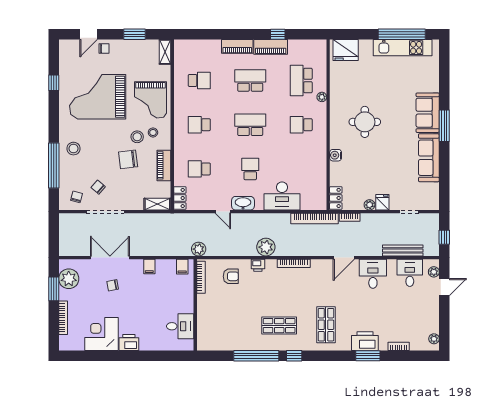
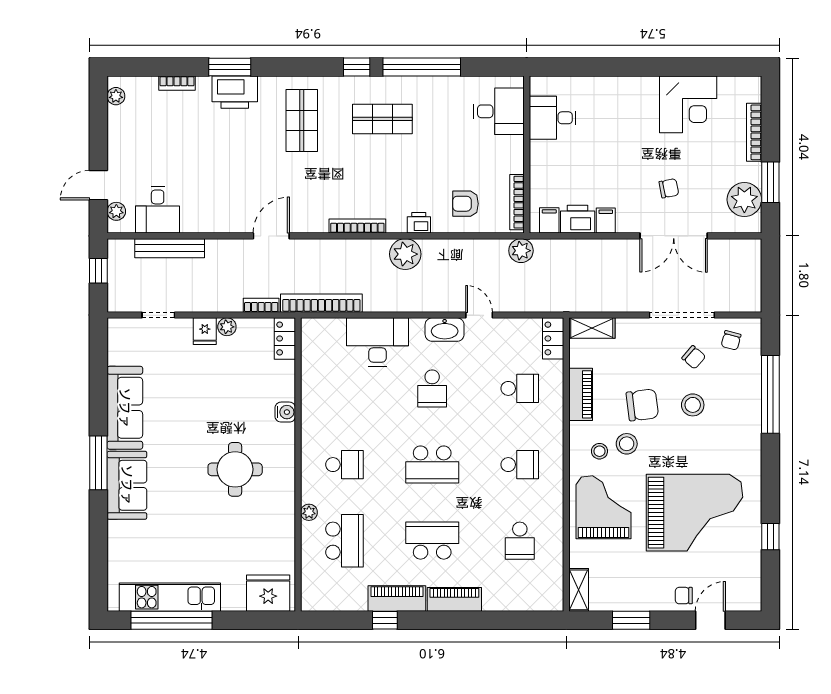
school desk: (199, 80) -> (520, 541), turned -90
school desk: (250, 80) -> (432, 541), turned 180
stool: (73, 149) -> (693, 405), moved
desk: (373, 274) -> (499, 111), moved, turned -90
printer: (129, 342) -> (578, 219), moved, turned 180

